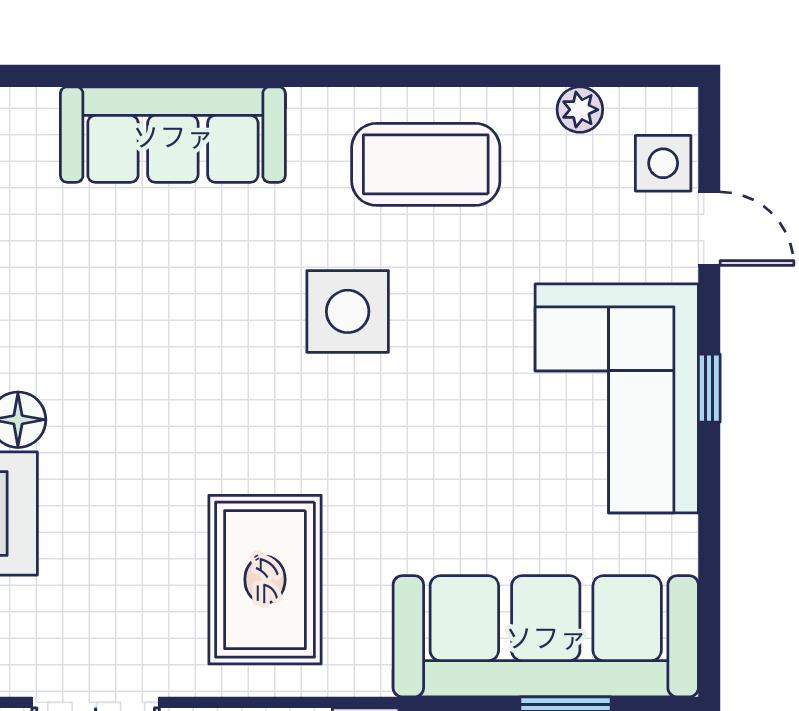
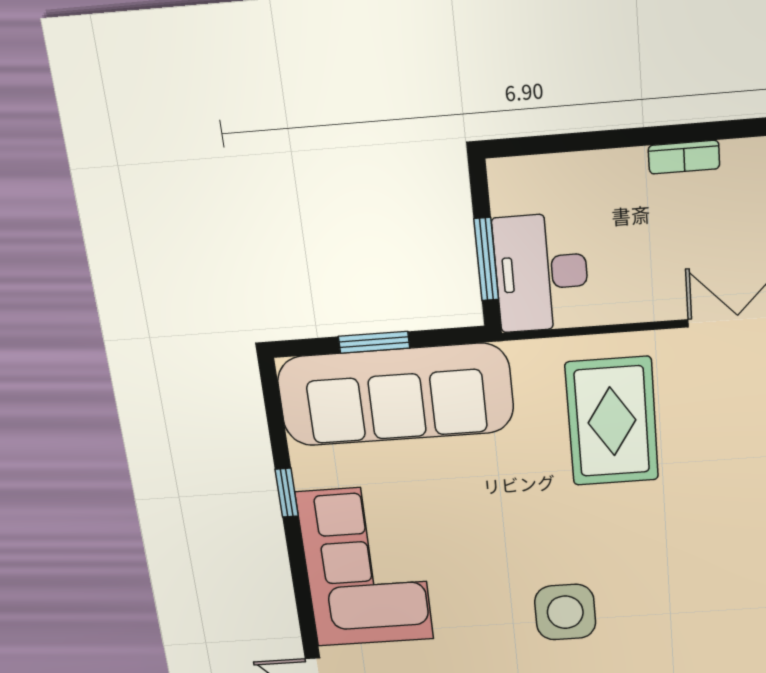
window: (709, 388) -> (287, 493), moved

